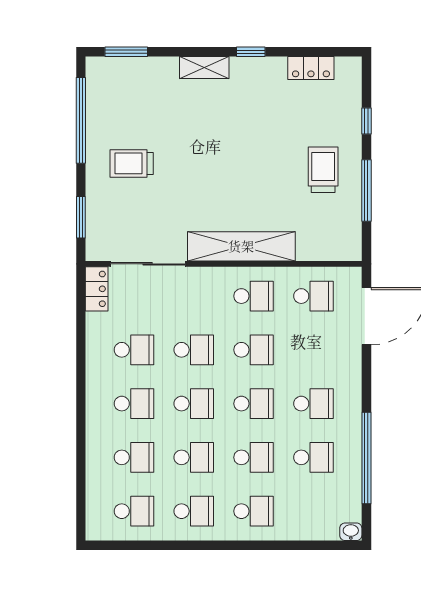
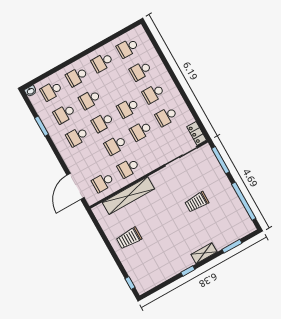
window: (126, 52) -> (232, 246), moved
locker: (311, 68) -> (158, 278), removed
window: (366, 121) -> (130, 283), moved
trolley: (132, 163) -> (197, 202), moved, turned 180
trolley: (323, 170) -> (129, 238), turned 90
window: (366, 190) -> (106, 240), removed
window: (81, 217) -> (221, 160), width x1.44
shelving: (241, 246) -> (128, 196), moved
school desk: (194, 457) -> (51, 91), moved
window: (366, 458) -> (42, 126), width x0.47

